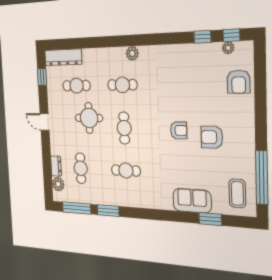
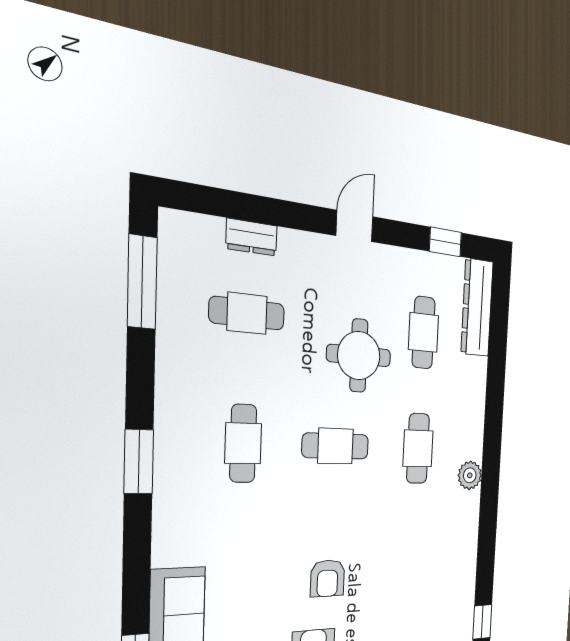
plant: (58, 184) -> (205, 234), removed
window: (108, 211) -> (139, 462), moved

